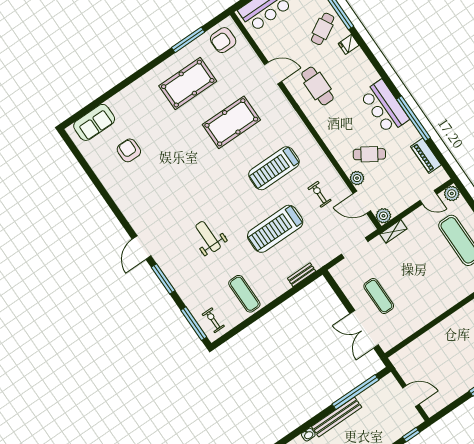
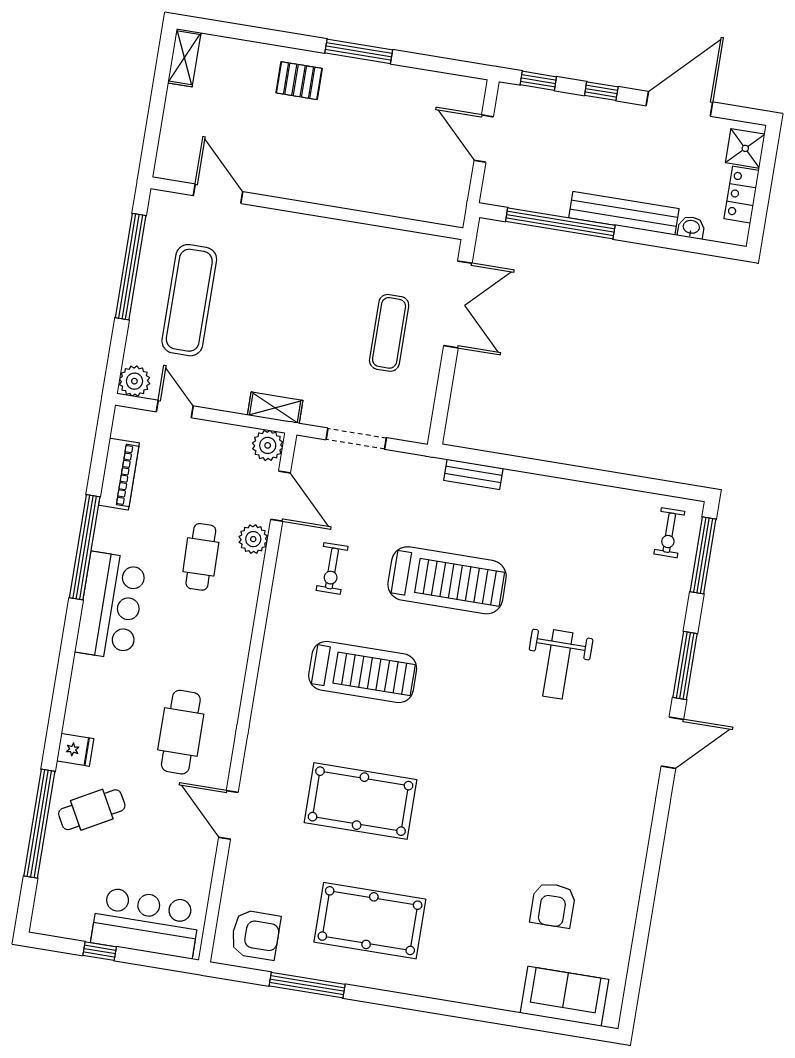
cafe table: (369, 154) -> (201, 557), turned 56
exercise mat: (244, 294) -> (585, 528), removed

